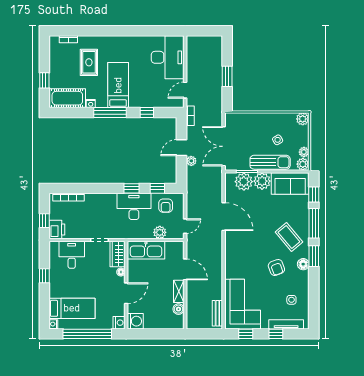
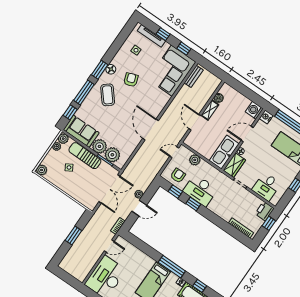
window: (147, 113) -> (200, 286), moved
door: (224, 217) -> (151, 129), moved
kitchen sink: (146, 250) -> (224, 152), moved, turned -90

